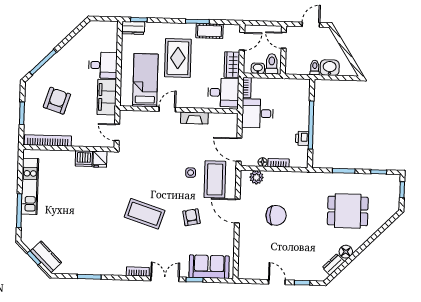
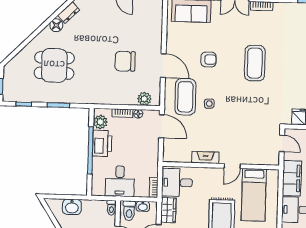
toilet: (315, 68) -> (111, 208), moved
desk: (258, 113) -> (120, 181), moved, turned 90
printer: (302, 138) -> (102, 143), width x1.87, depth x1.48
plant: (301, 154) -> (100, 122), added
coffee table: (145, 214) -> (255, 63), turned 72
armchair: (191, 217) -> (209, 60), turned -79

